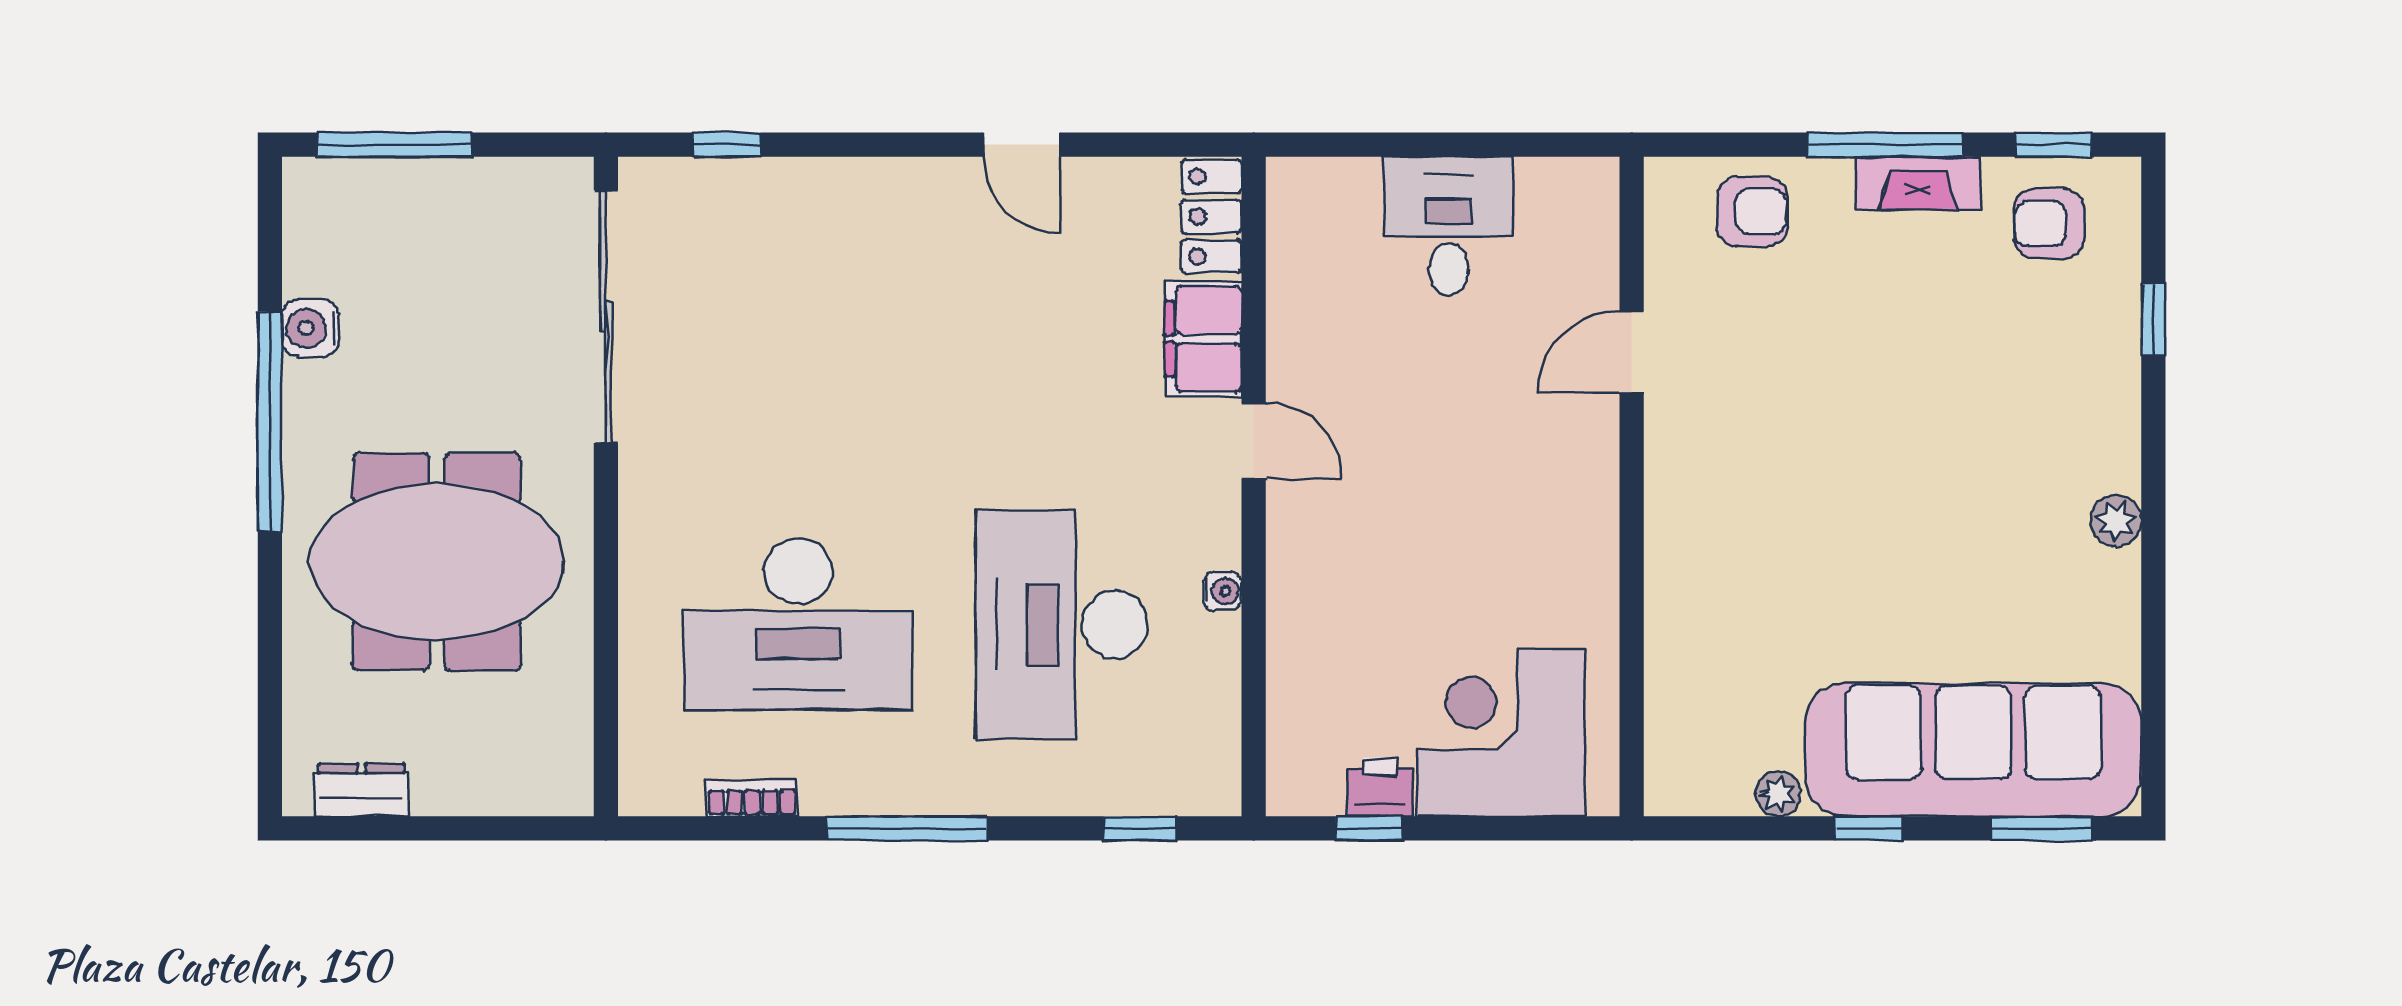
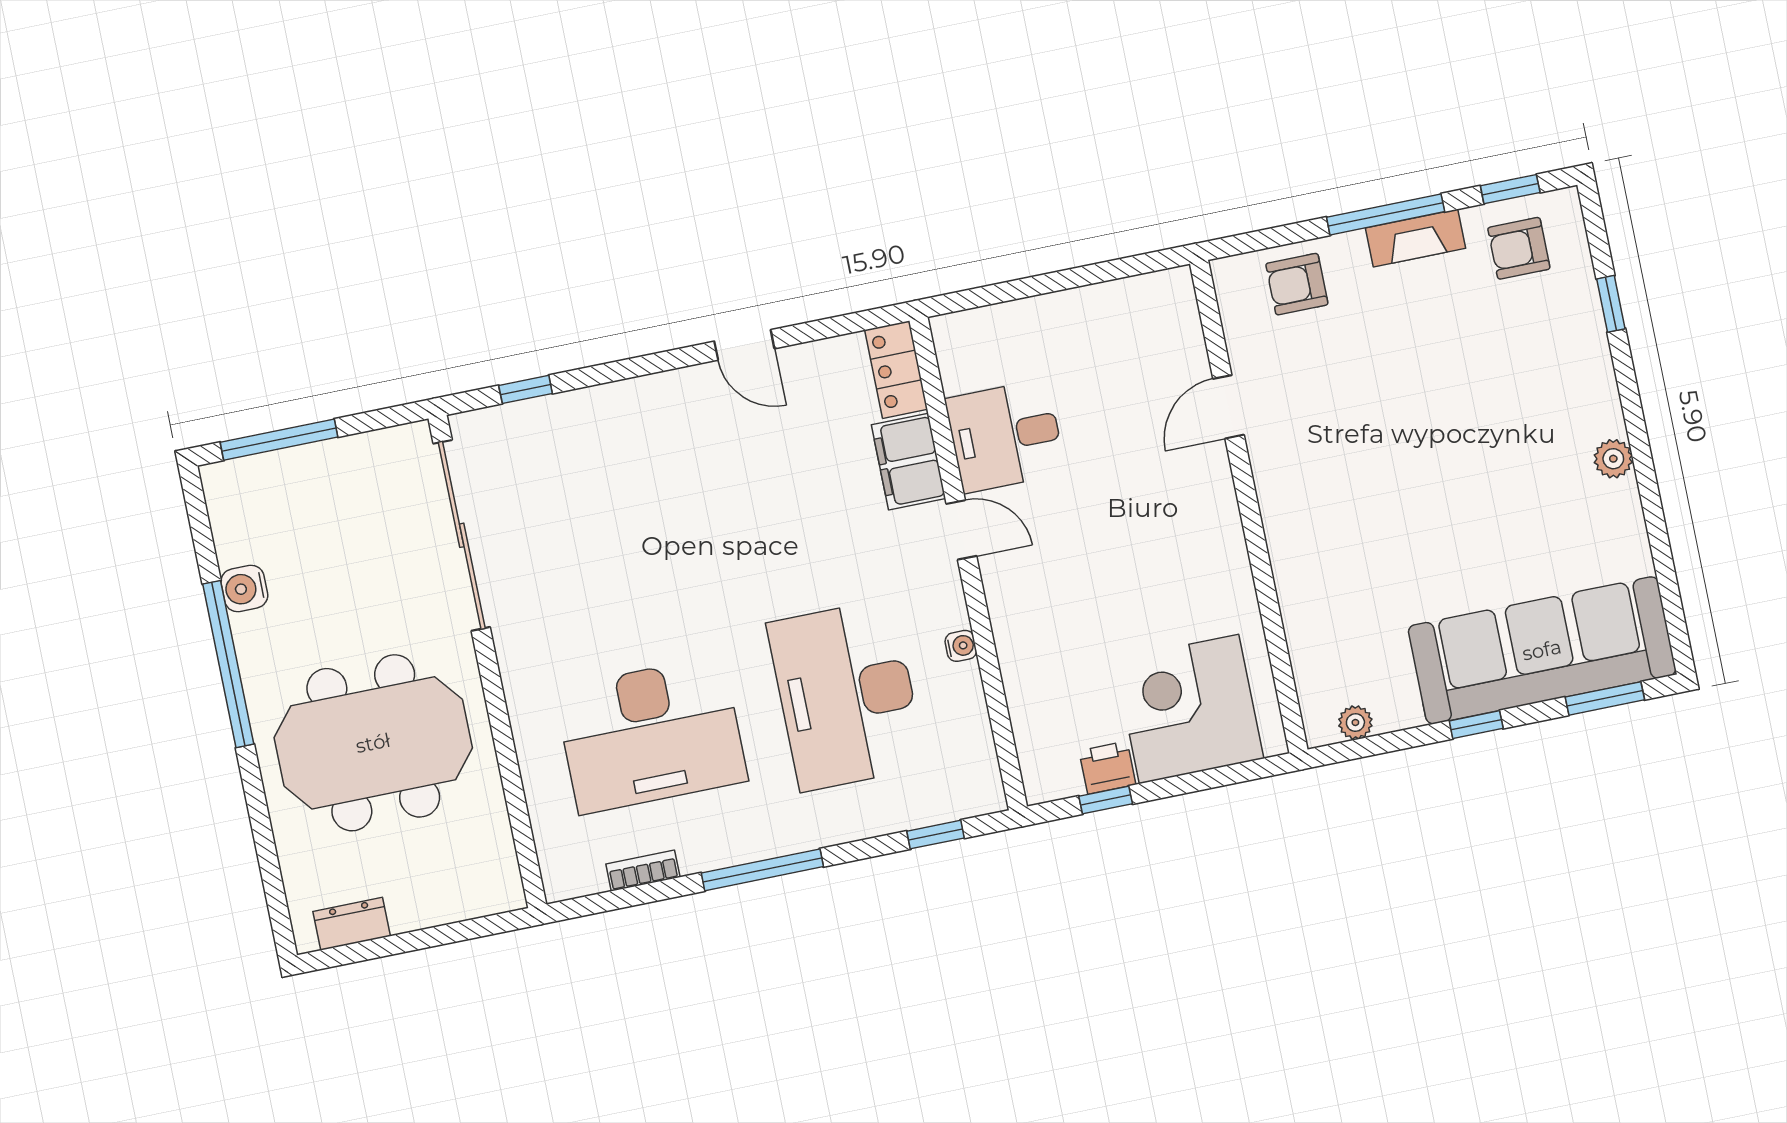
armchair: (1752, 211) -> (1297, 284), turned 180
desk: (1449, 226) -> (1005, 436), moved, turned -90
plant: (1778, 794) -> (1355, 723), moved

